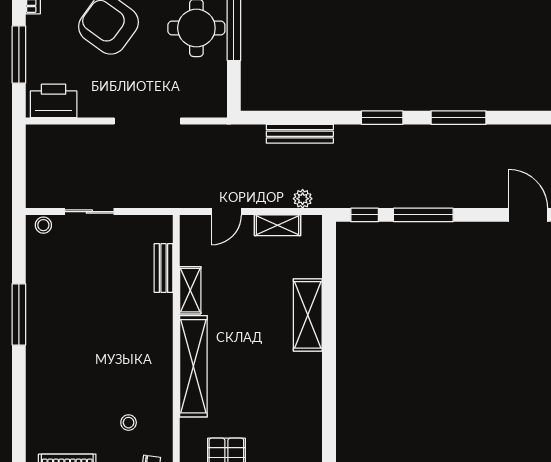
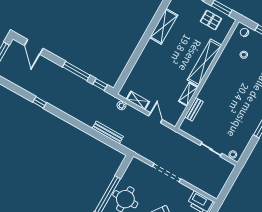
window: (382, 118) -> (71, 120), removed
window: (459, 118) -> (40, 102), width x0.46
door: (226, 212) -> (155, 118), hinge flipped
shelving: (308, 315) -> (164, 26), moved

